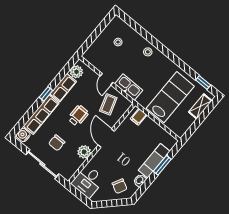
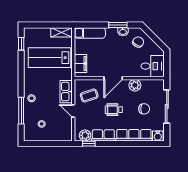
window: (145, 34) -> (21, 111), added
door: (106, 79) -> (73, 111), swing flipped
window: (46, 94) -> (89, 144), moved
shelving: (200, 106) -> (61, 32), moved
filing cabinet: (139, 117) -> (81, 63), width x2.00
exam couch: (154, 161) -> (90, 33), moved
window: (162, 165) -> (118, 25), moved

